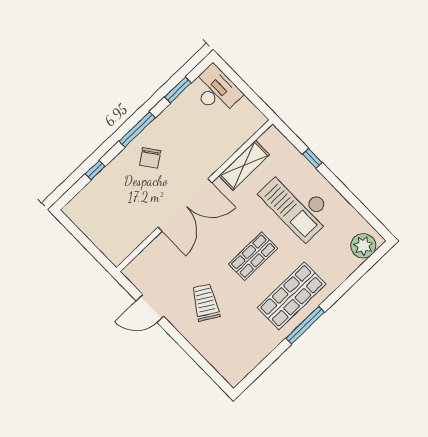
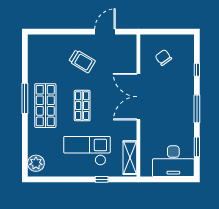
desk: (216, 91) -> (173, 161), width x1.36, depth x1.30
chair: (150, 158) -> (163, 57), moved
shelving: (244, 165) -> (130, 158), moved

